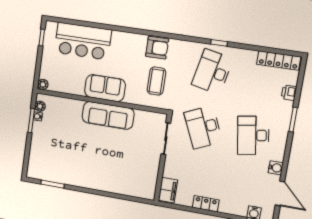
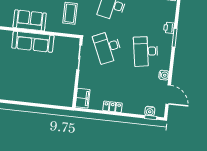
printer: (289, 93) -> (169, 28), moved

